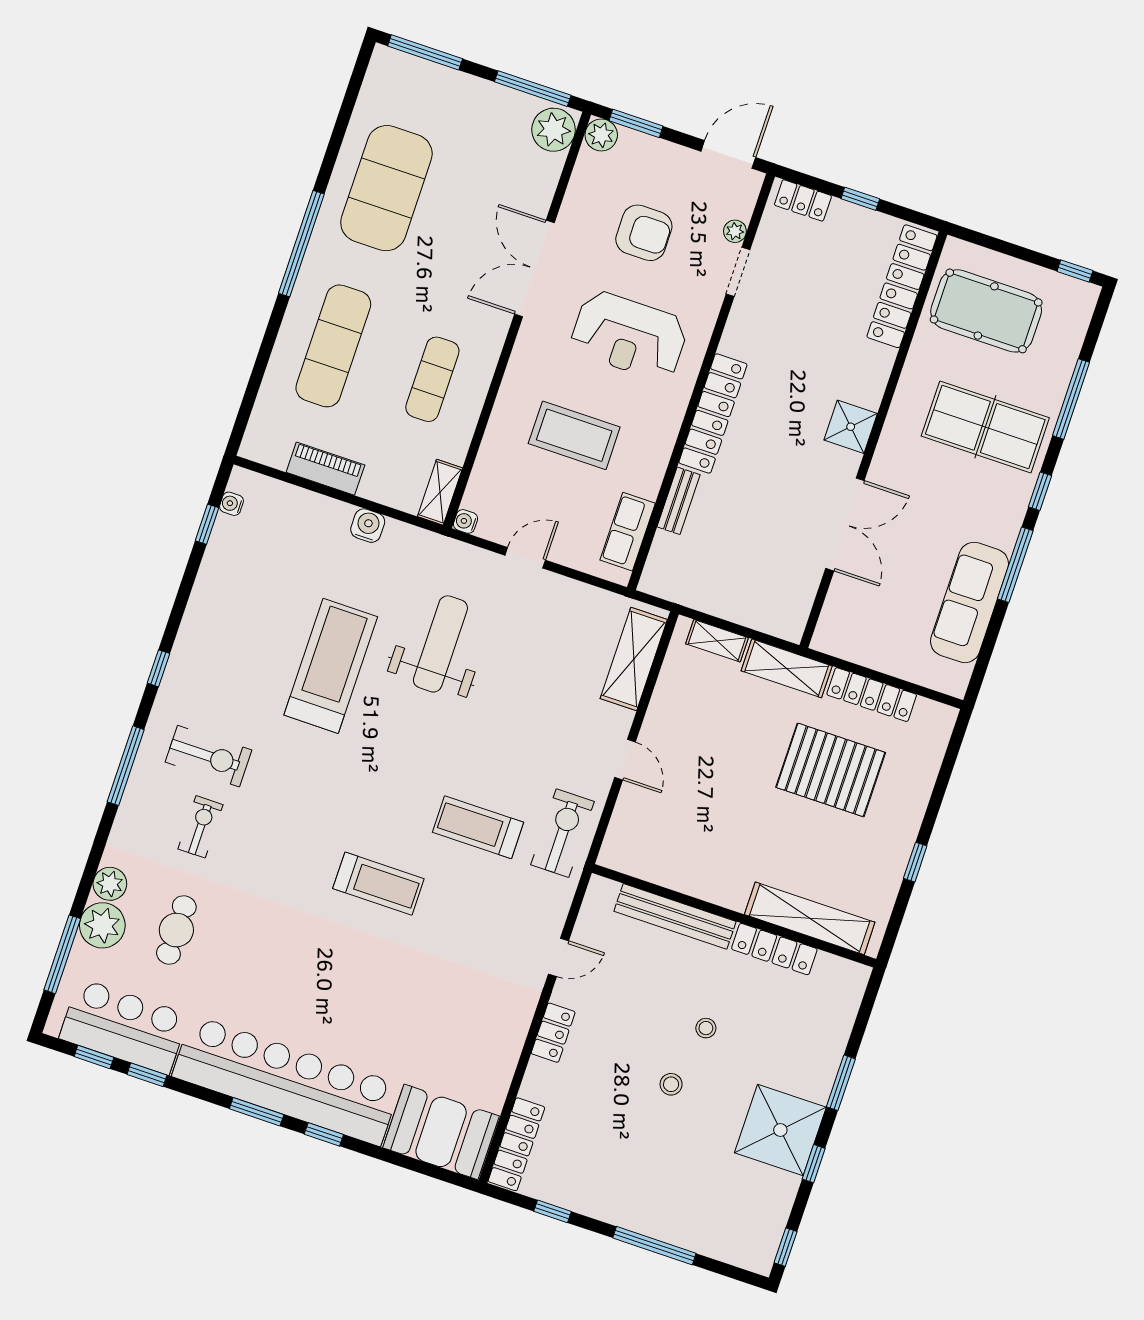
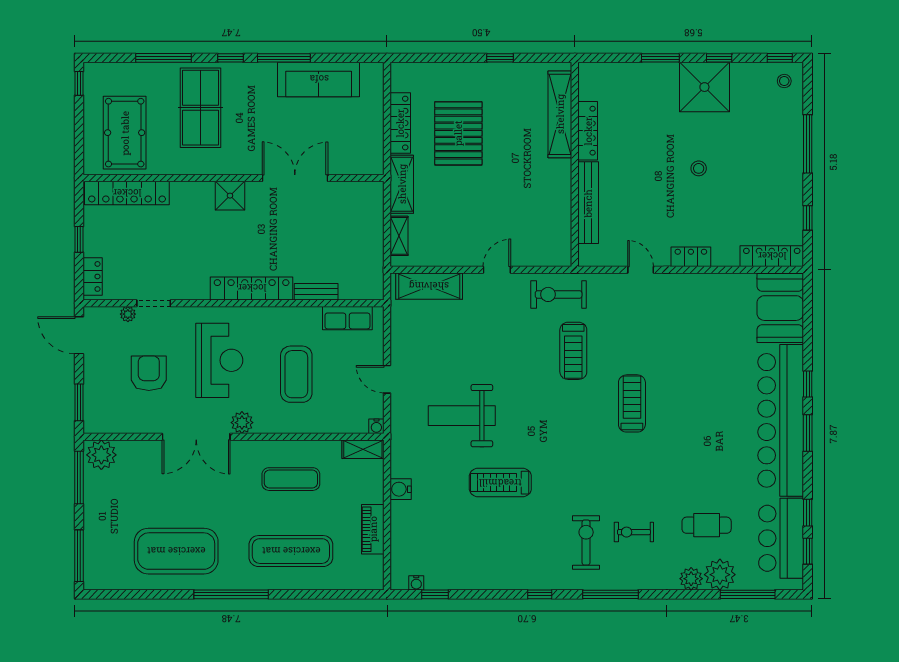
plant: (601, 135) -> (242, 423), moved
treadmill: (331, 666) -> (500, 483), width x0.73, depth x0.73
stool: (706, 1028) -> (784, 81), moved

